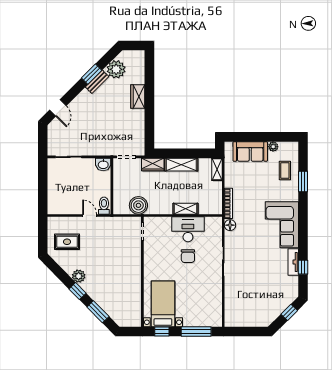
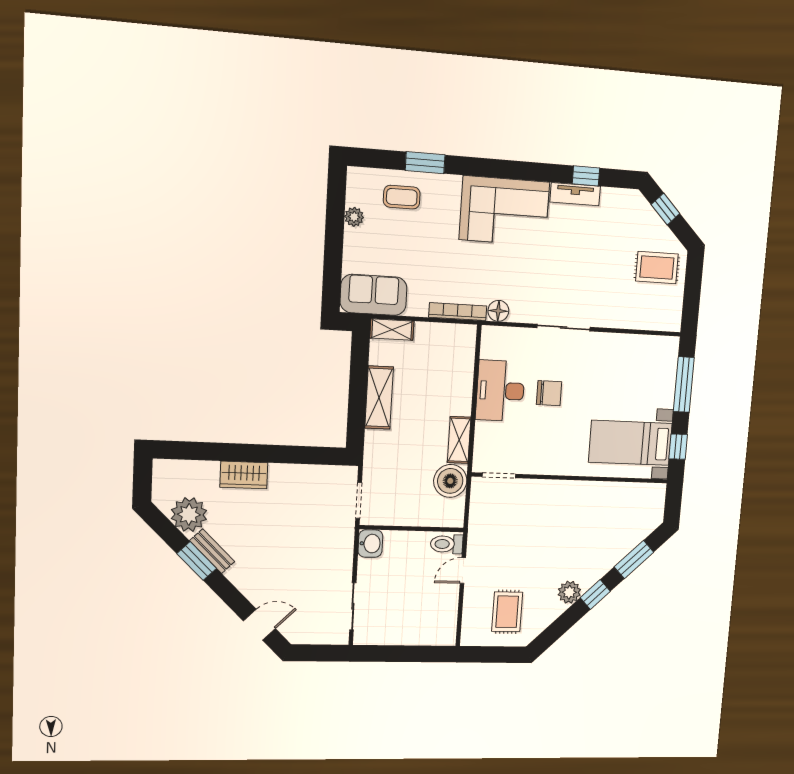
sofa: (250, 152) -> (374, 295), moved, turned -90
wardrobe: (153, 164) -> (376, 451), removed
shelving: (185, 209) -> (459, 440), moved
rug: (258, 310) -> (657, 268), added

